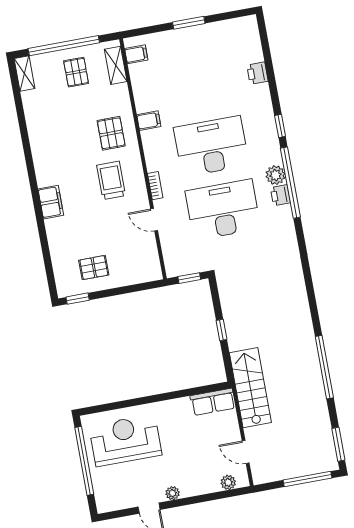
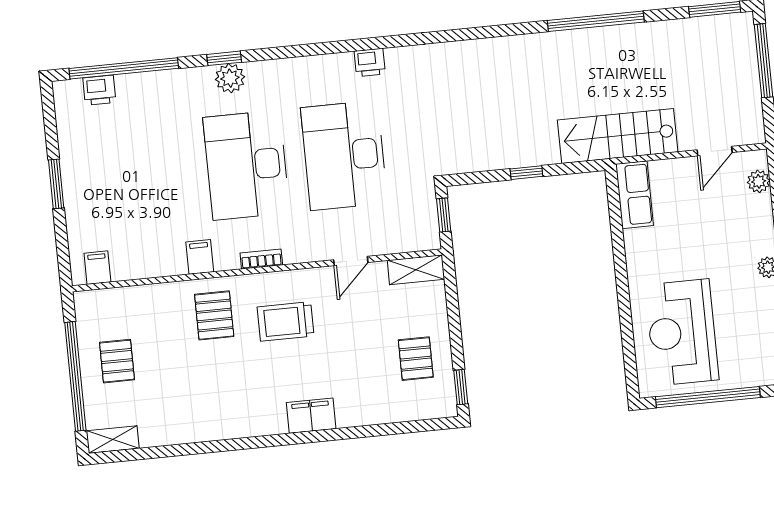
shelving: (116, 65) -> (416, 270), moved
pallet: (76, 72) -> (117, 361), turned 90
printer: (257, 73) -> (99, 90), moved
pallet: (111, 133) -> (214, 315), turned 90
plant: (275, 175) -> (230, 78), moved
window: (290, 183) -> (124, 68), moved
bookcase: (155, 186) -> (261, 259), moved
printer: (280, 195) -> (370, 62), moved

